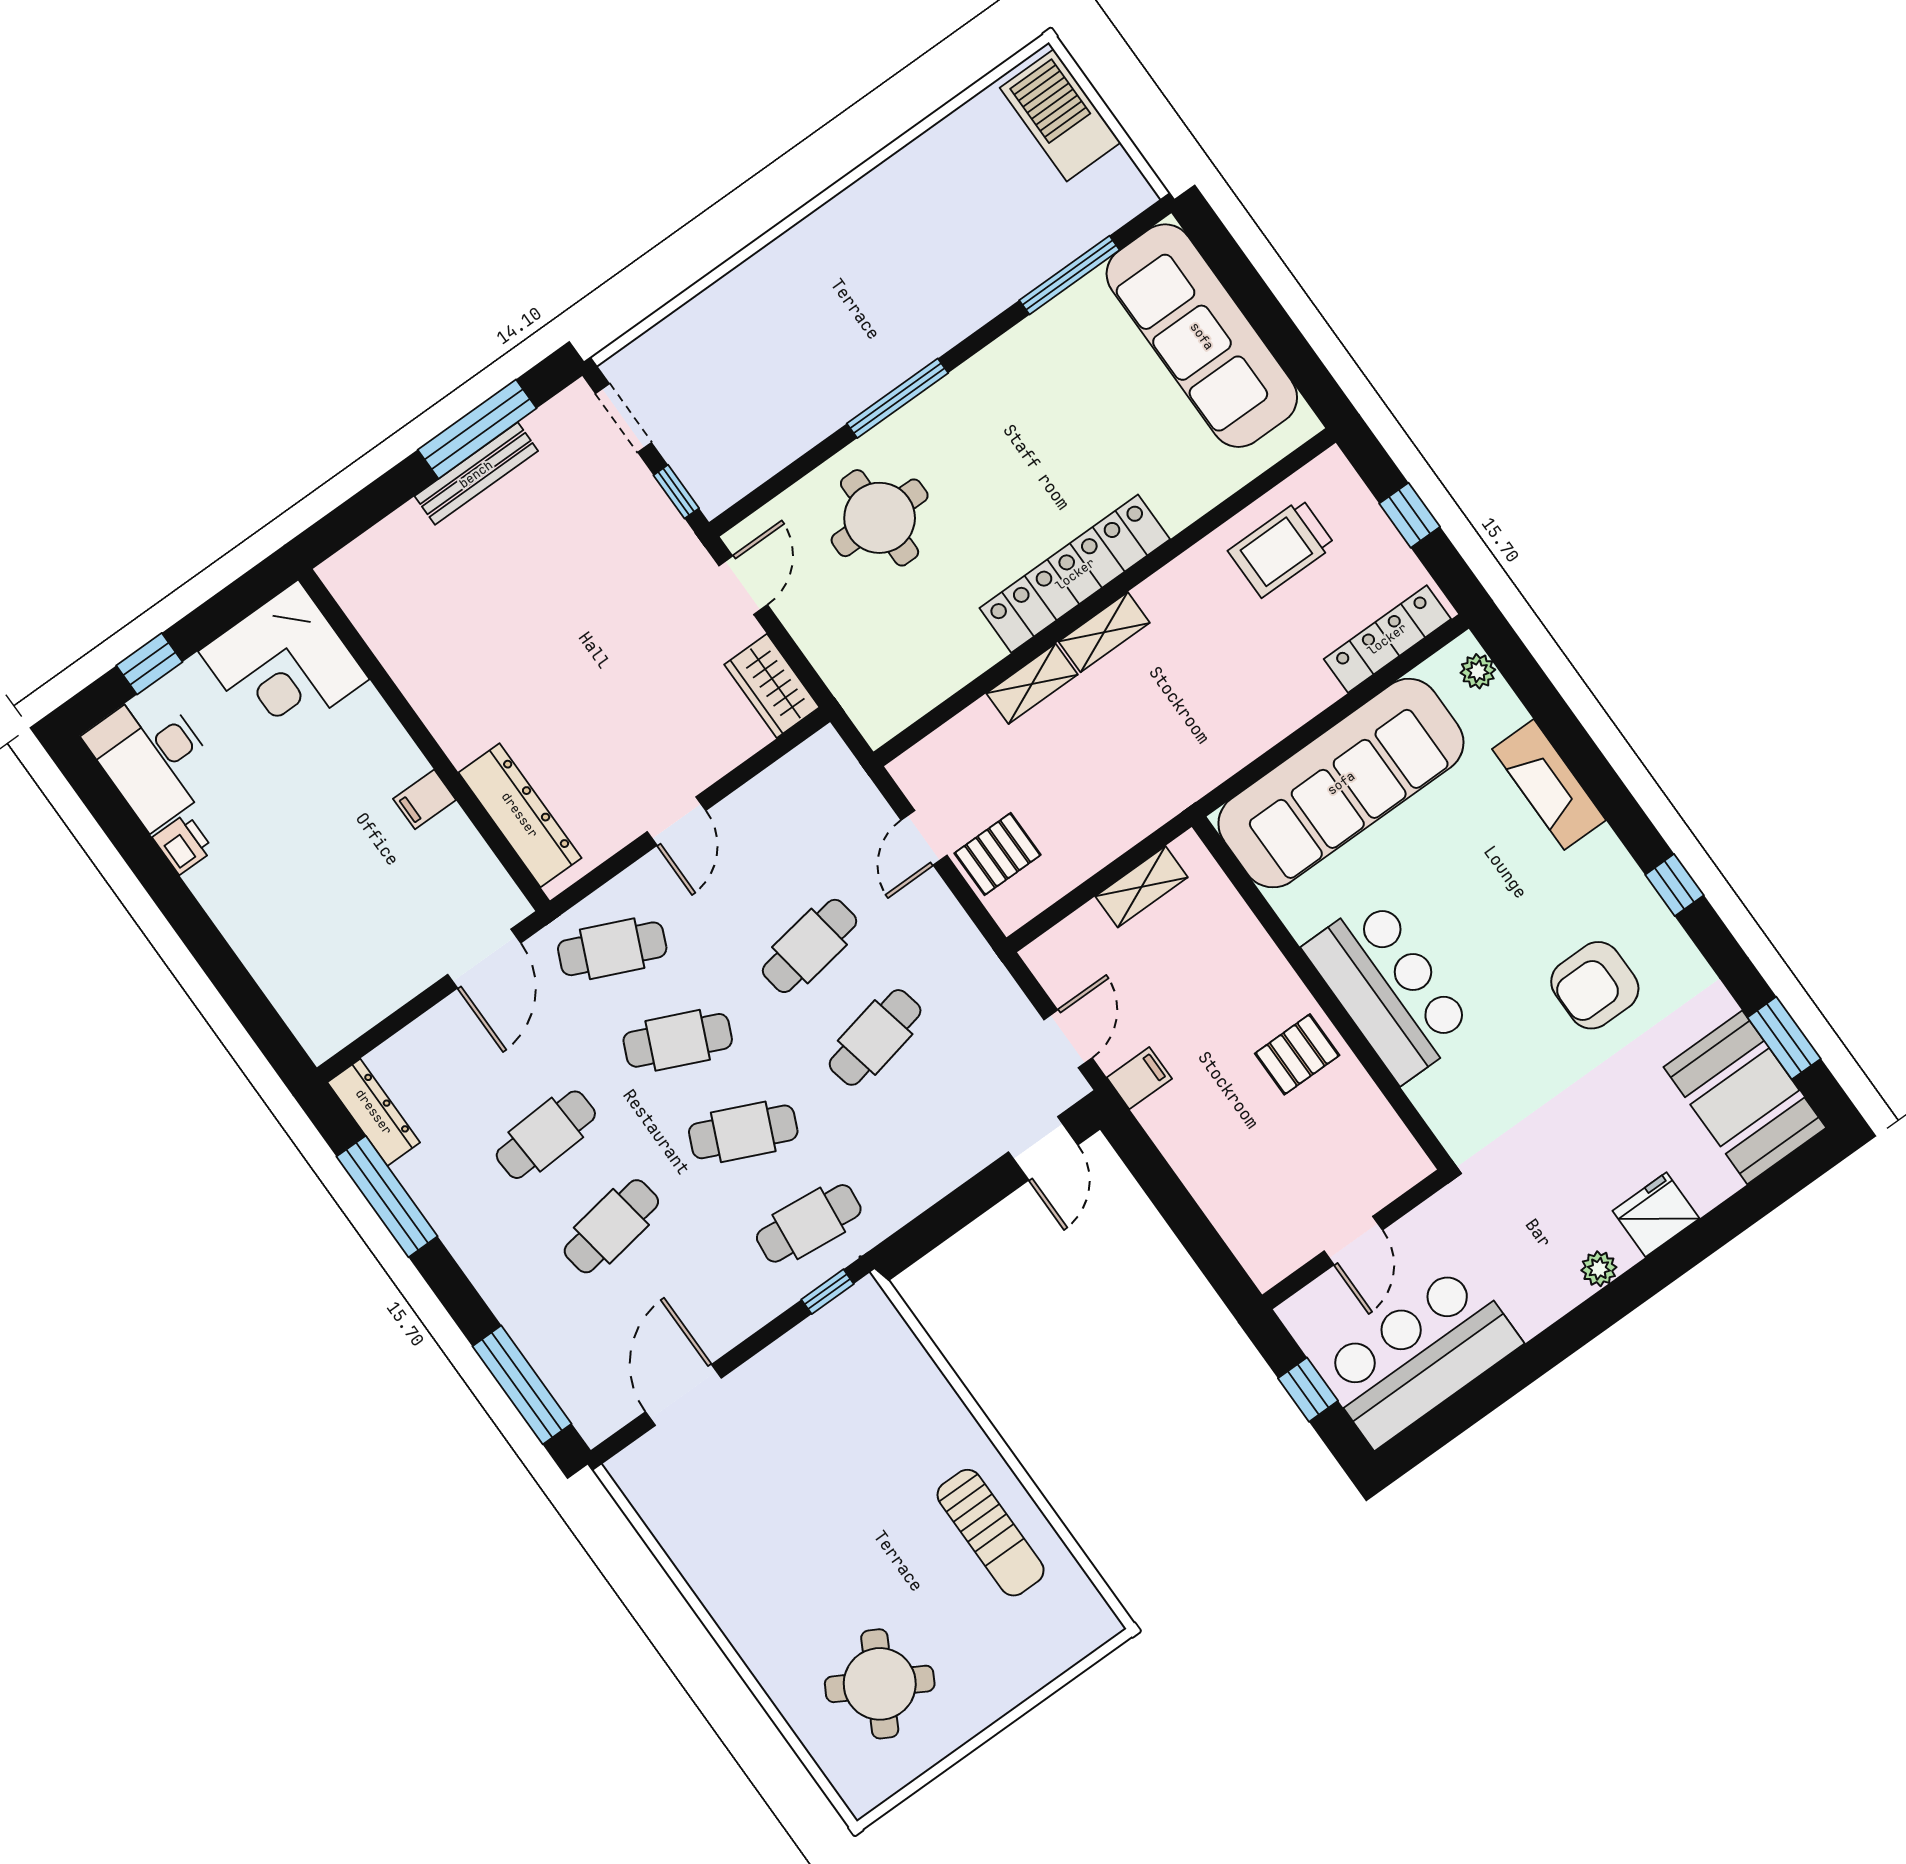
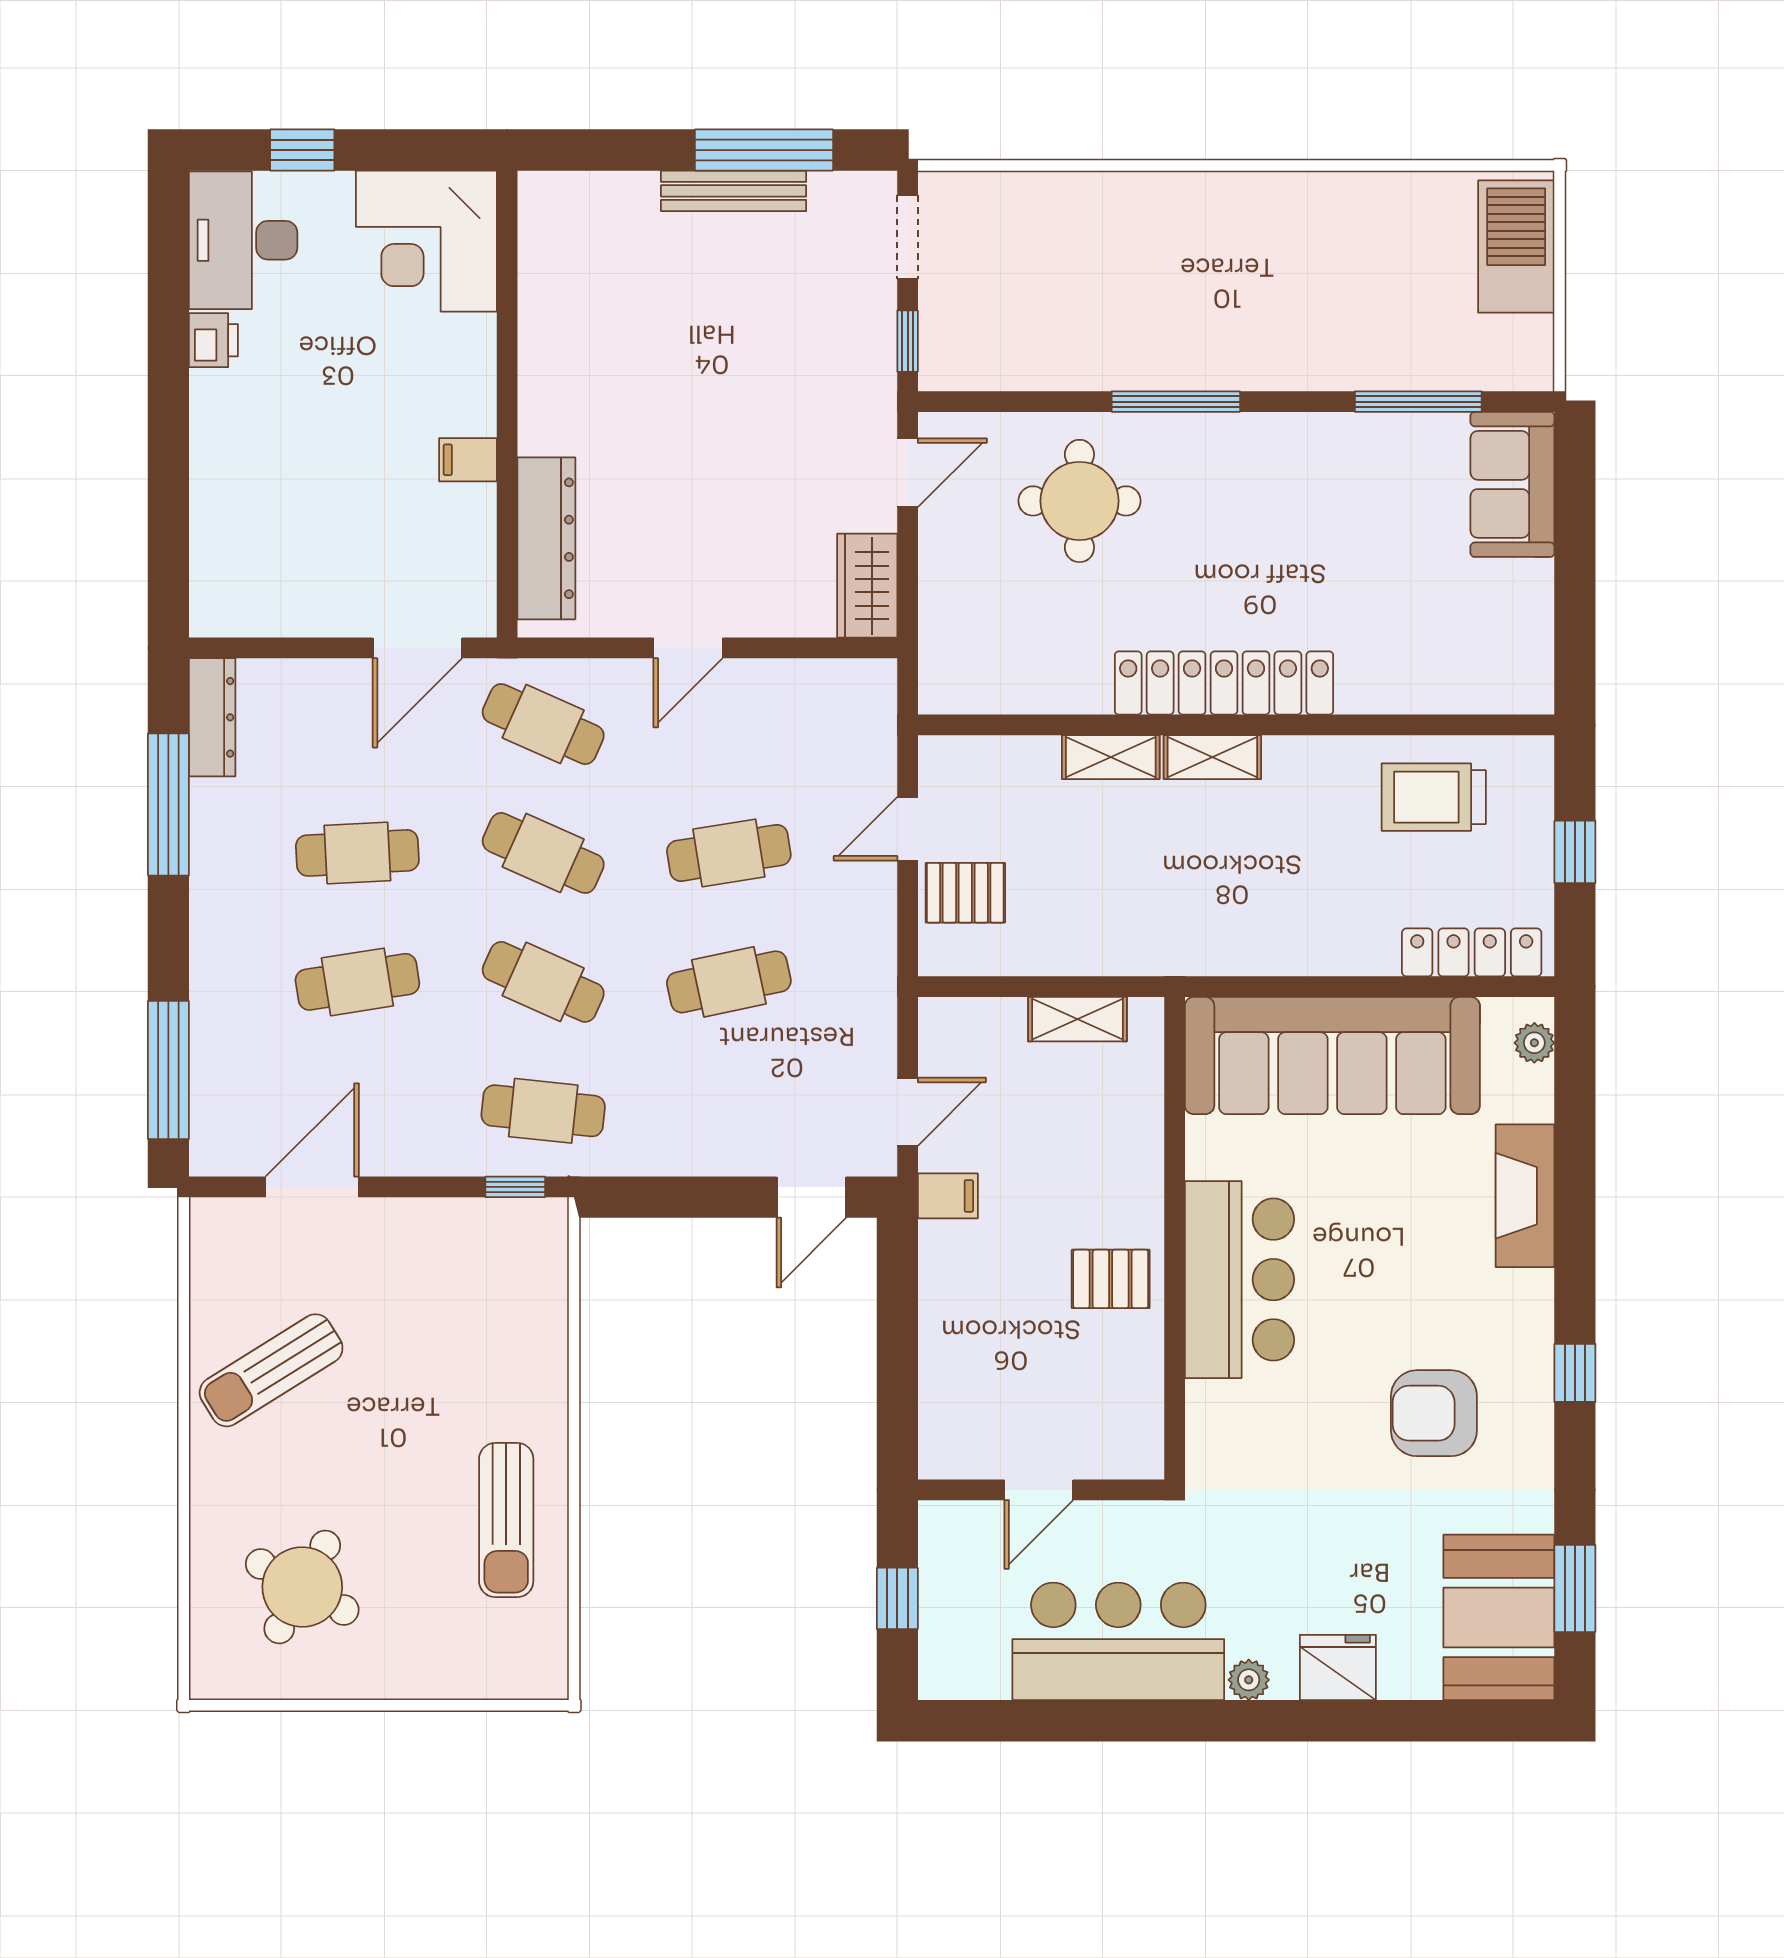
sofa: (1202, 336) -> (1512, 484), width x0.54, depth x0.79
bar counter: (1420, 1356) -> (1118, 1641), moved
sun lounger: (747, 1546) -> (271, 1370), added

